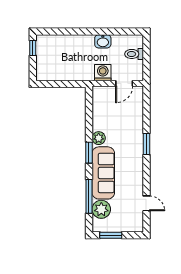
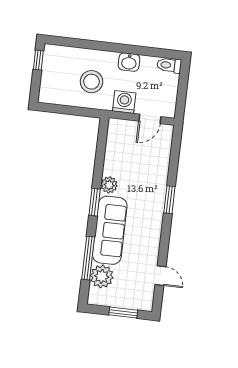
toilet: (134, 54) -> (169, 65), moved
stool: (76, 60) -> (92, 82), added
window: (111, 235) -> (123, 313), moved

